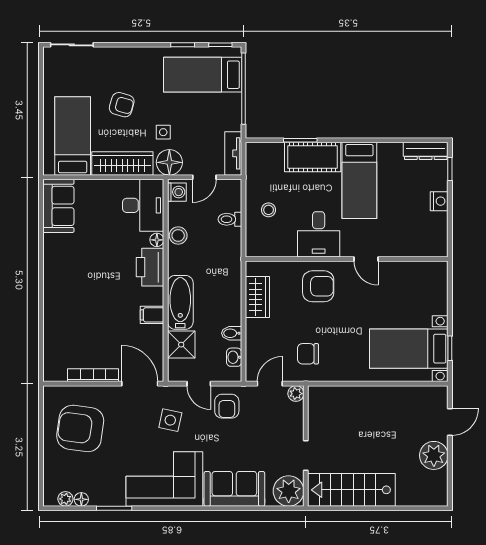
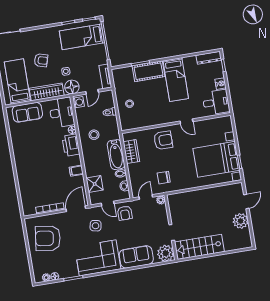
sofa: (58, 206) -> (27, 112), moved, turned 90
desk: (319, 234) -> (216, 102), moved, turned -90
stool: (178, 235) -> (94, 135), moved
bathtub: (180, 302) -> (116, 155), moved, turned 180
bed with nightstands: (409, 349) -> (216, 159), width x1.36
door: (140, 384) -> (76, 209), hinge flipped

